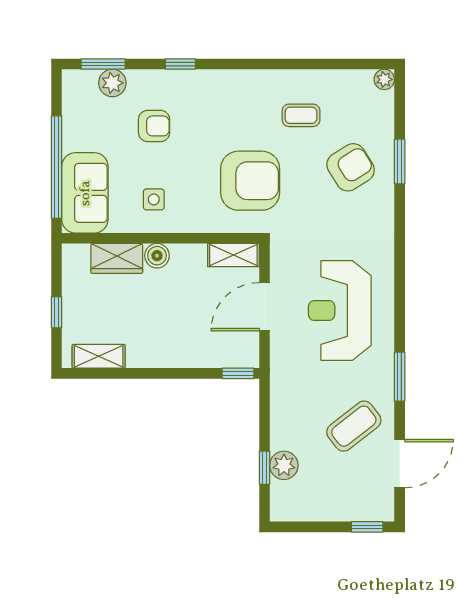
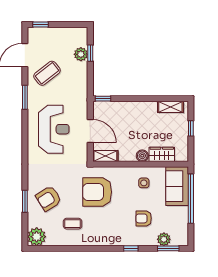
plant: (384, 79) -> (37, 237), width x1.87, depth x1.87
door: (264, 307) -> (90, 131), hinge flipped

